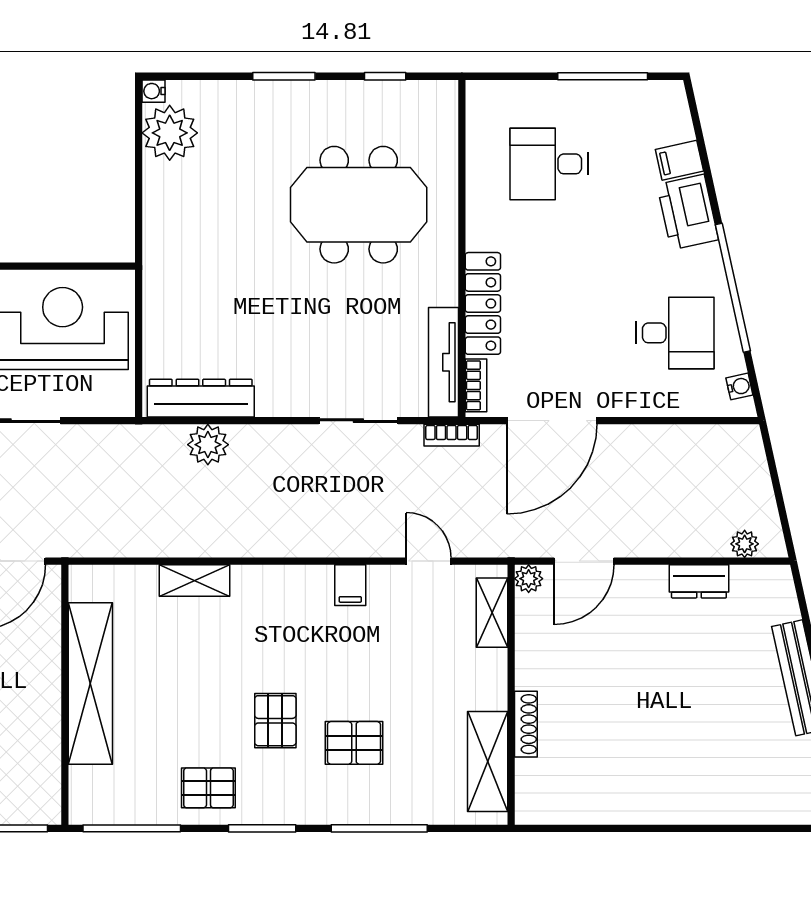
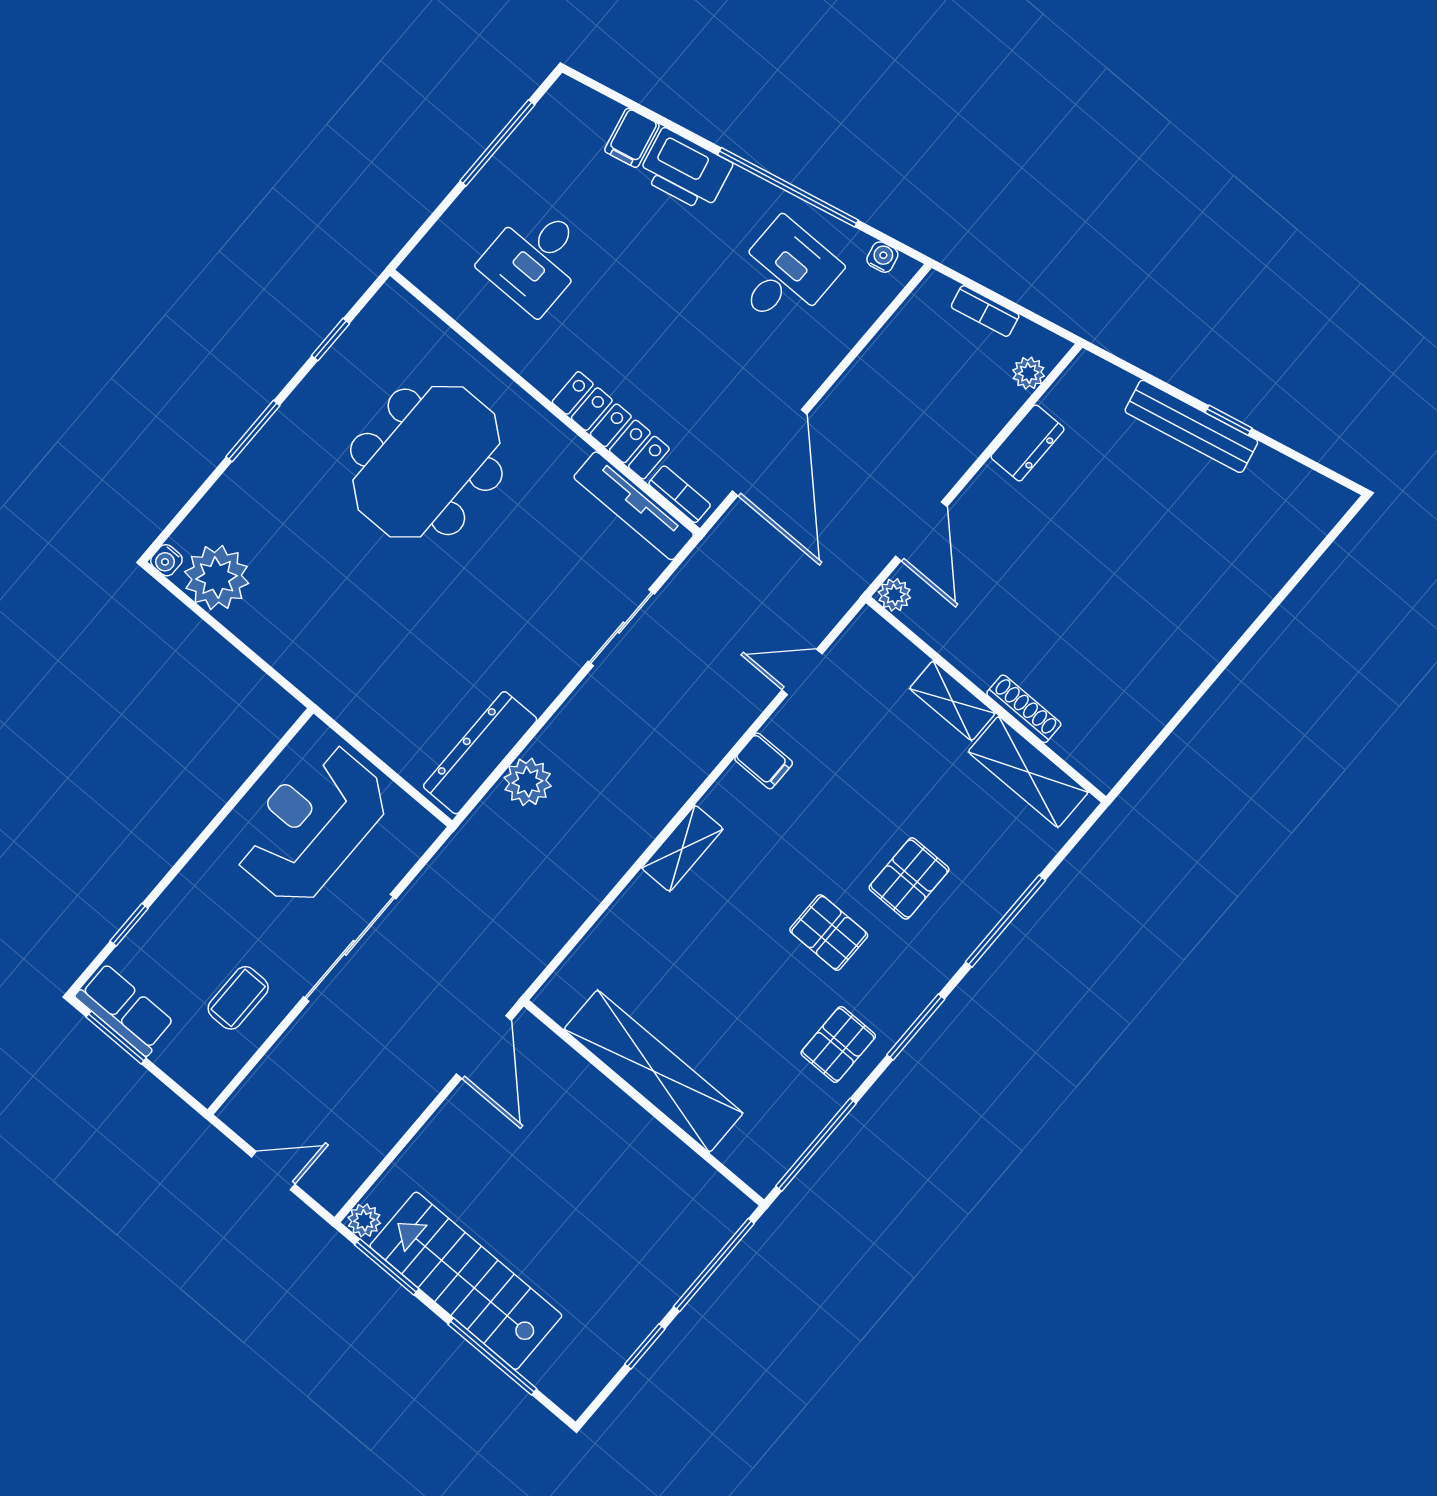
bookcase: (452, 435) -> (985, 311), moved, turned 78
shelving: (194, 581) -> (682, 848), moved
shelving: (492, 613) -> (952, 701), moved

